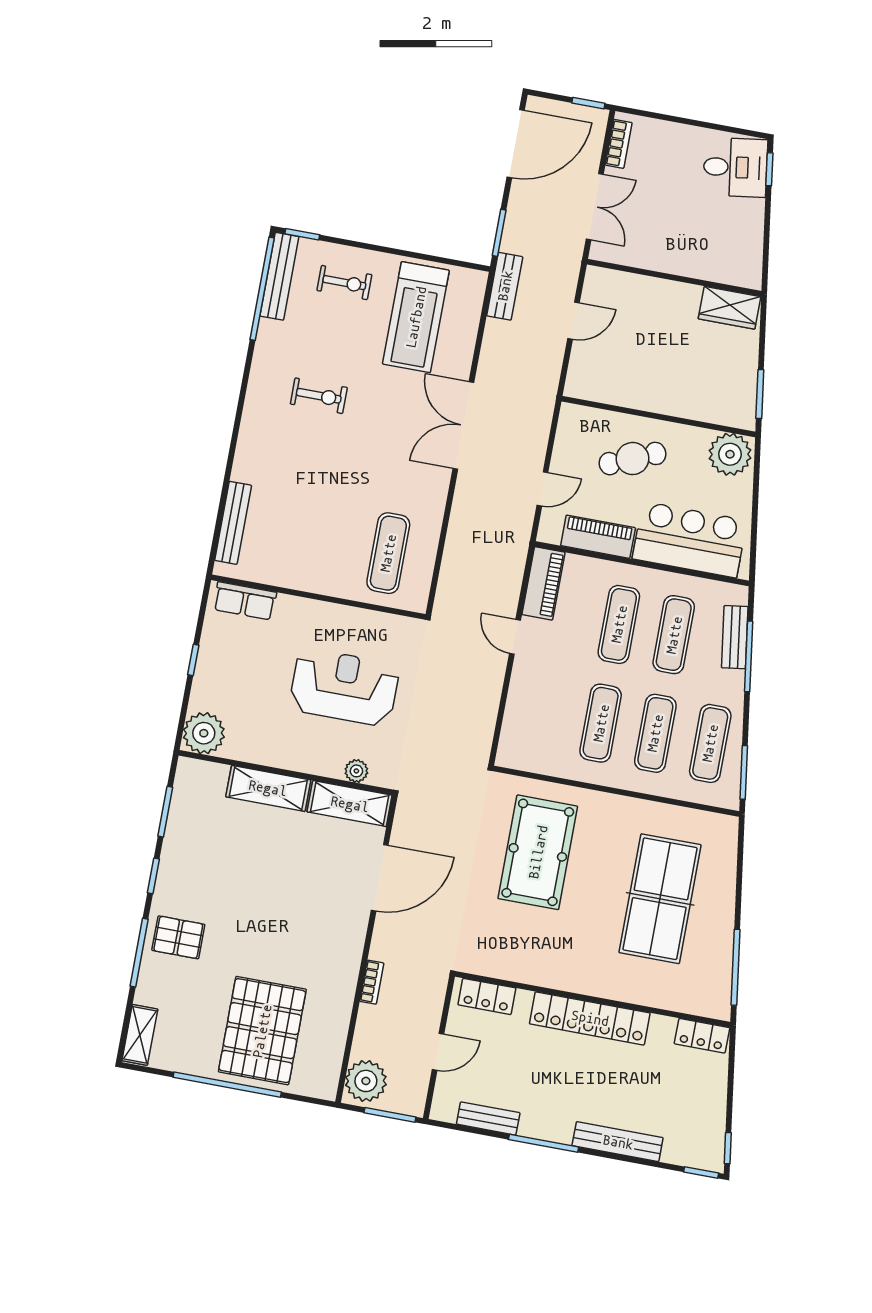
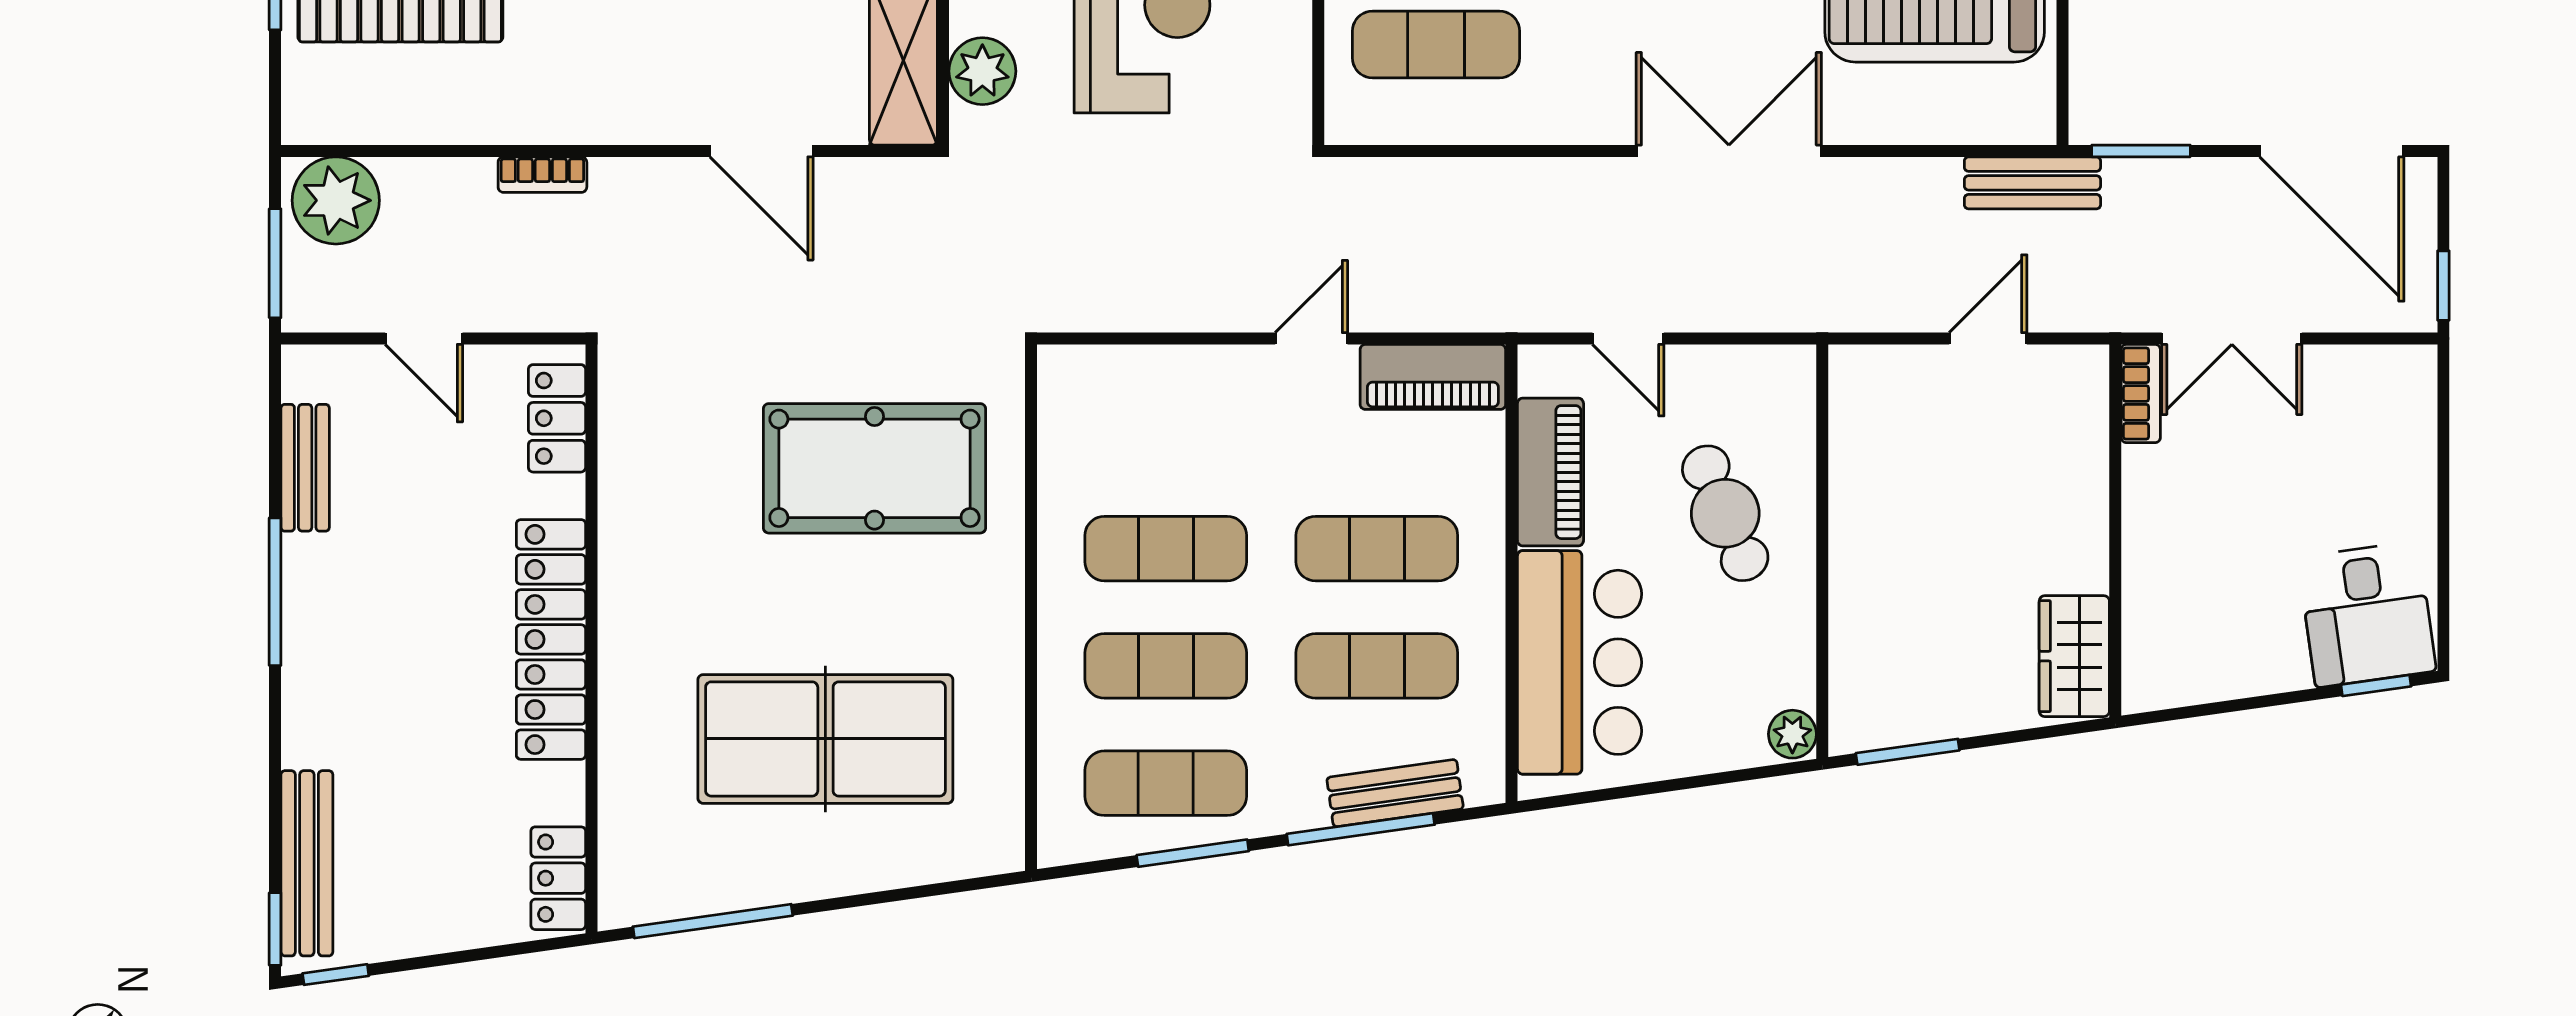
bookcase: (619, 144) -> (2141, 393), moved, turned -90
door: (574, 321) -> (1988, 339), swing flipped
plant: (730, 454) -> (1792, 734), width x0.53, depth x0.53
plant: (356, 771) -> (982, 71), width x1.38, depth x1.38
window: (744, 772) -> (1193, 853), moved
door: (380, 878) -> (761, 151), width x0.73
bench: (618, 1142) -> (307, 863), moved

